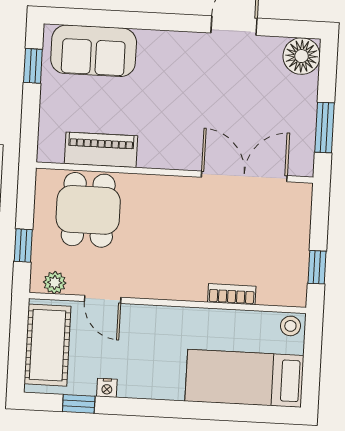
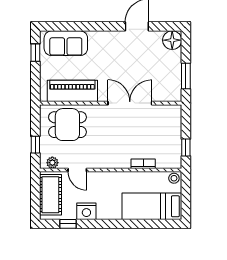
piano: (101, 150) -> (72, 91), width x1.37, depth x1.33
double door: (244, 176) -> (130, 103), moved
dining table: (88, 210) -> (67, 125), turned 90
nightstand: (107, 388) -> (86, 211), width x1.89, depth x1.79

